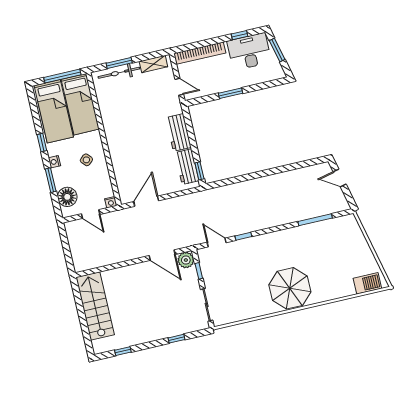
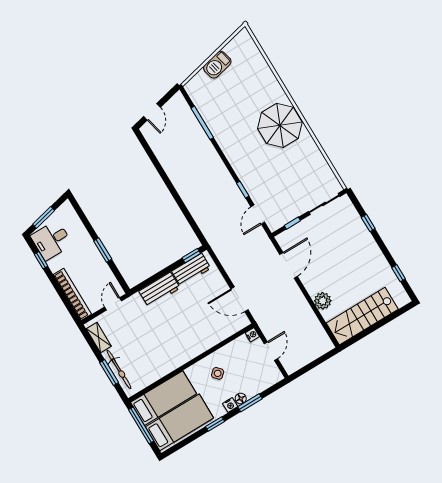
desk: (249, 52) -> (52, 240), width x0.73
floor lamp: (67, 197) -> (241, 399), moved, width x0.53, depth x0.53
plant: (186, 260) -> (323, 301), moved
barbecue: (367, 283) -> (217, 65), moved, turned -103

